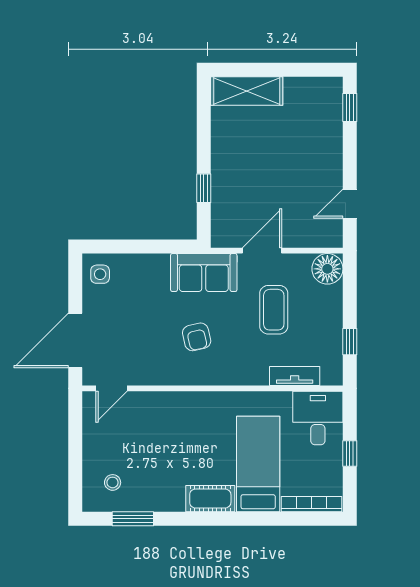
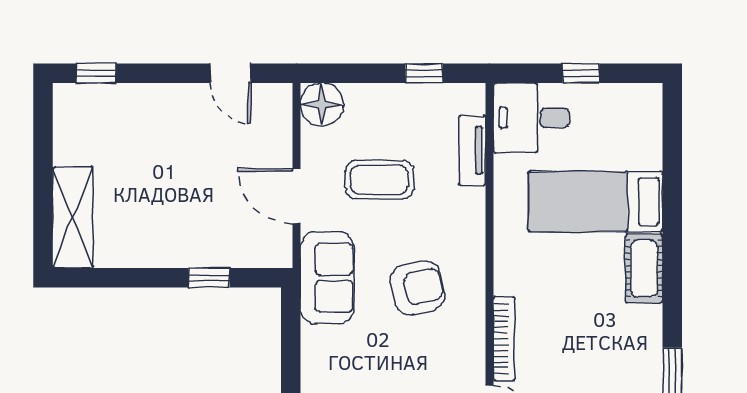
armchair: (197, 337) -> (417, 288), width x1.38, depth x1.38
bookcase: (312, 504) -> (504, 339), moved, turned 180

